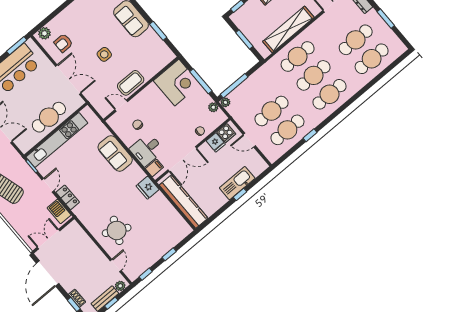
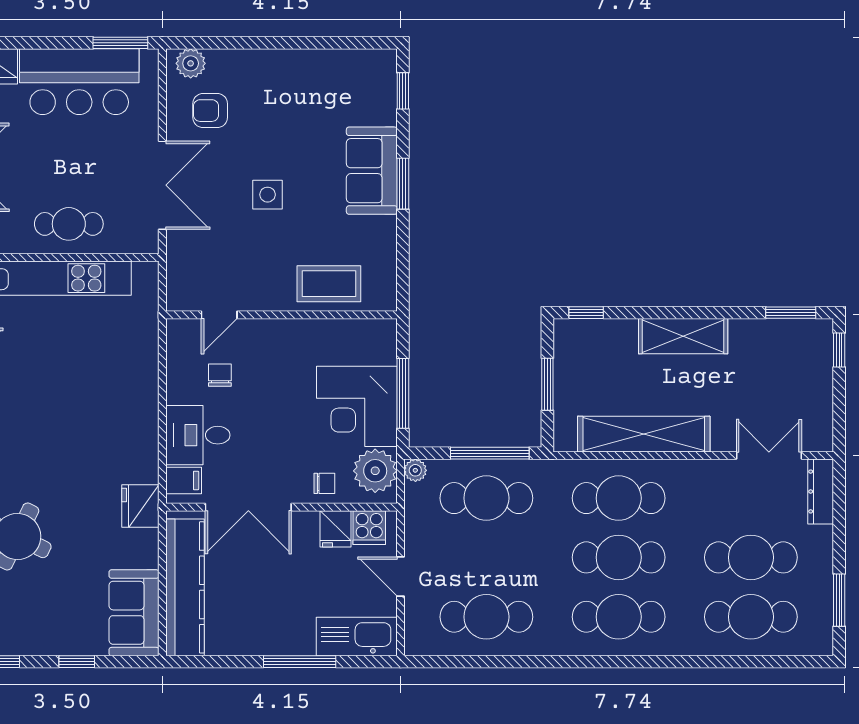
window: (386, 19) -> (839, 600), moved
window: (158, 31) -> (403, 184), moved
coffee table: (131, 83) -> (329, 284), moved
corner desk: (177, 83) -> (357, 406), moved, turned 90
window: (234, 86) -> (490, 453), moved
door: (121, 106) -> (219, 315), swing flipped
plant: (213, 107) -> (375, 471), width x1.88, depth x1.88
cafe table: (271, 111) -> (486, 498), moved
cafe table: (49, 117) -> (69, 224), width x0.73, depth x0.74
window: (310, 135) -> (519, 662), removed
sofa: (115, 154) -> (134, 613), moved
kitchen sink: (237, 183) -> (357, 636), moved
window: (240, 194) -> (300, 662), width x2.17

